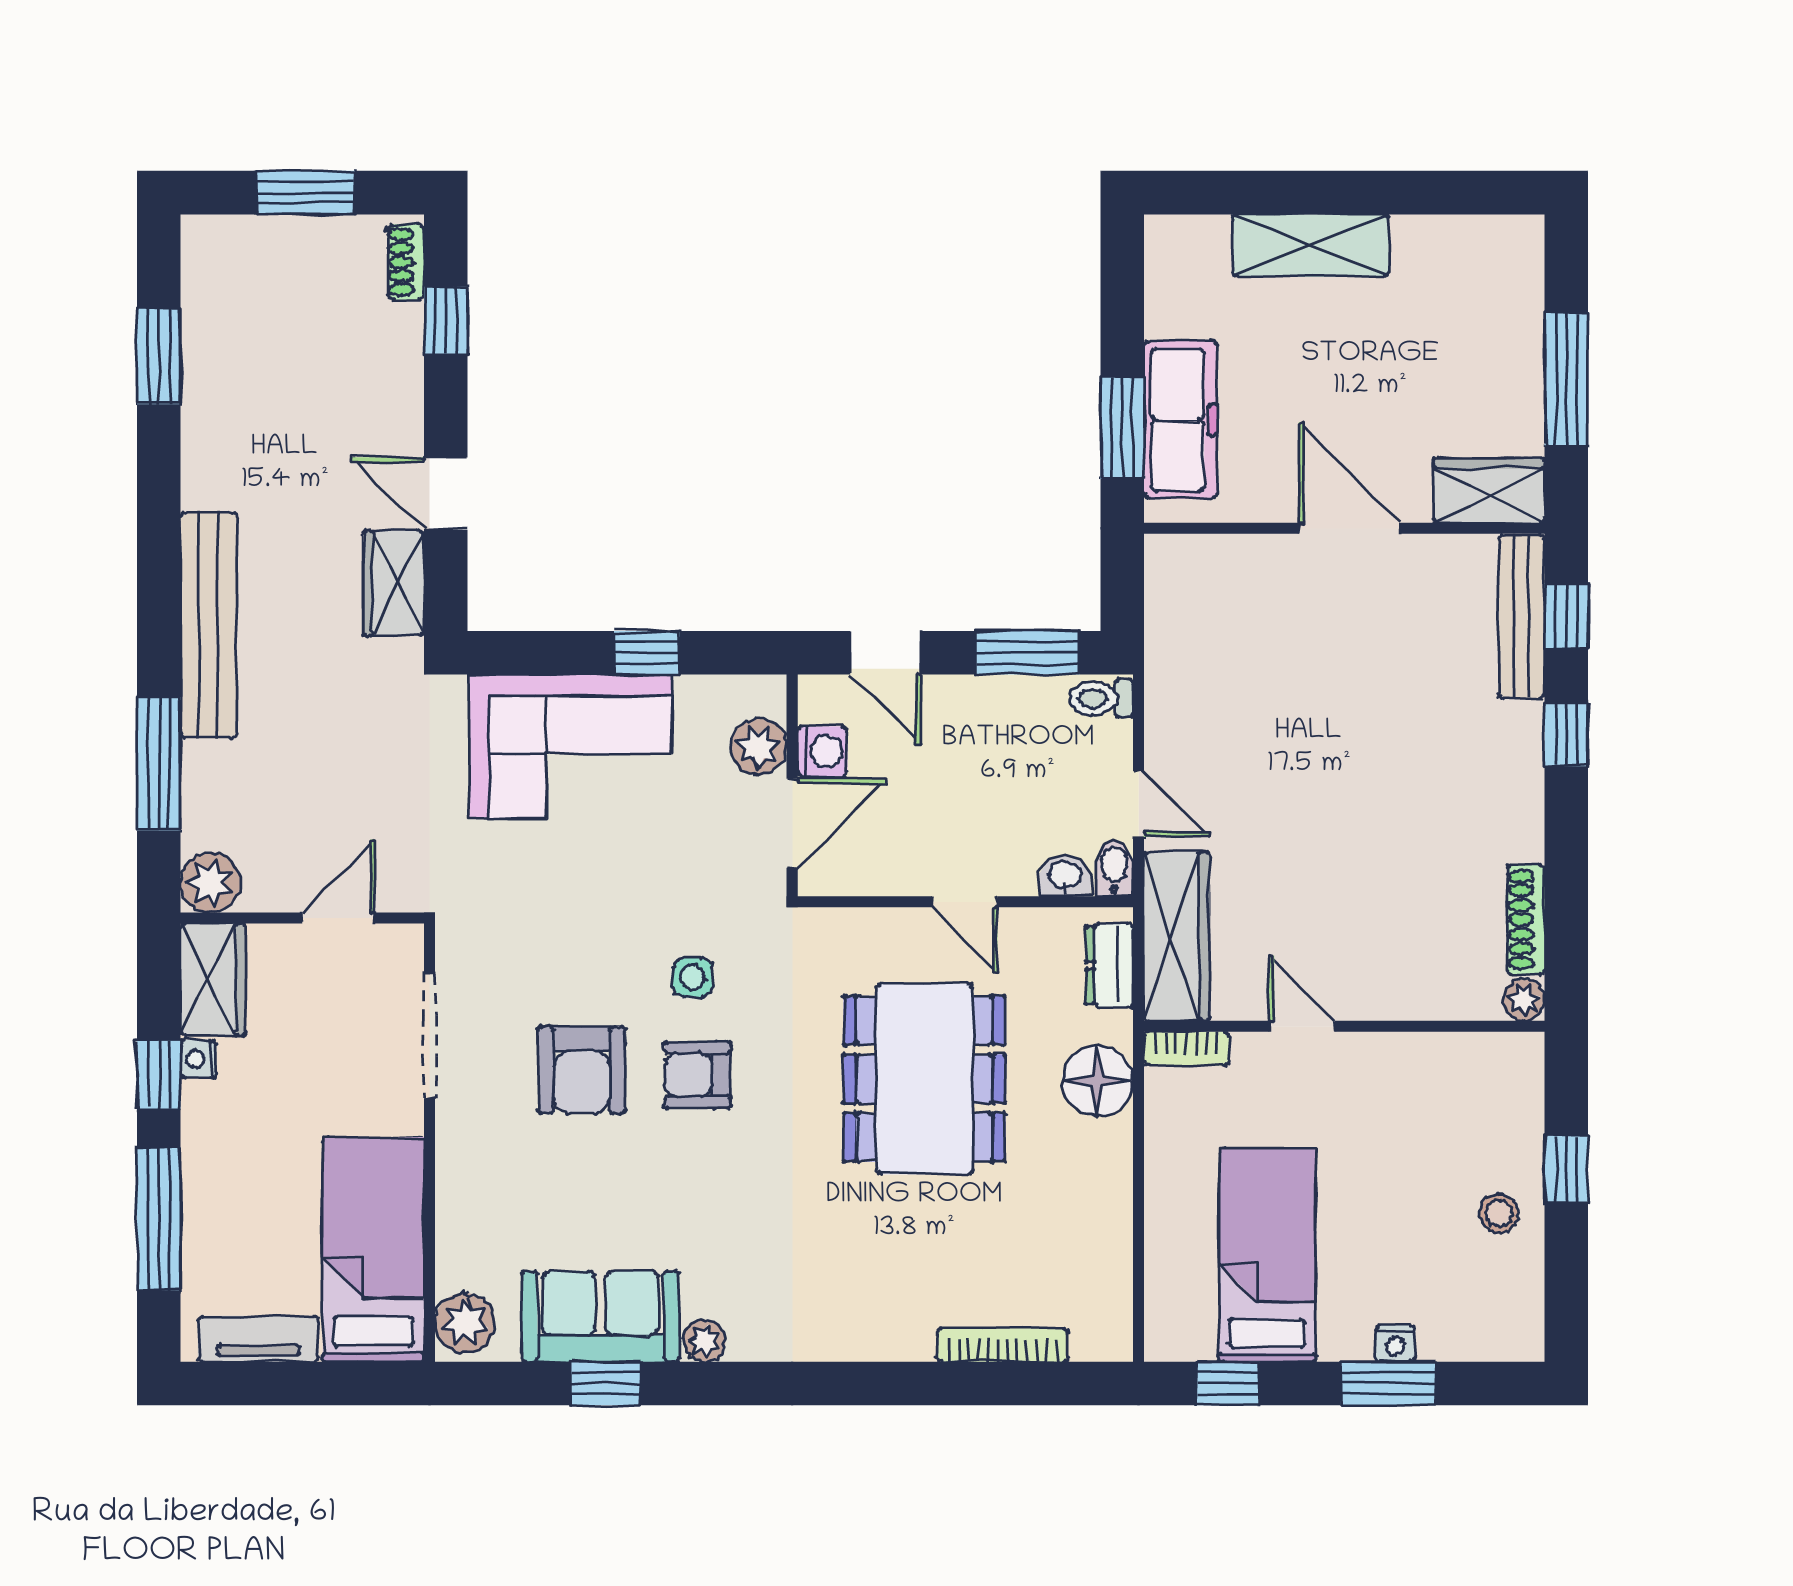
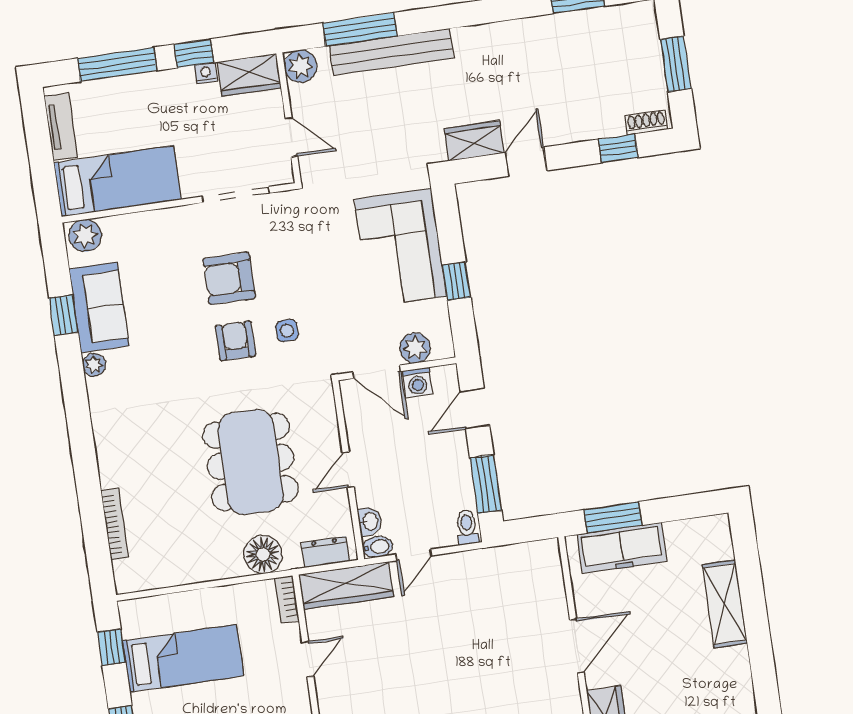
bench: (209, 625) -> (392, 52), moved
dining table: (924, 1079) -> (251, 462), turned 90

